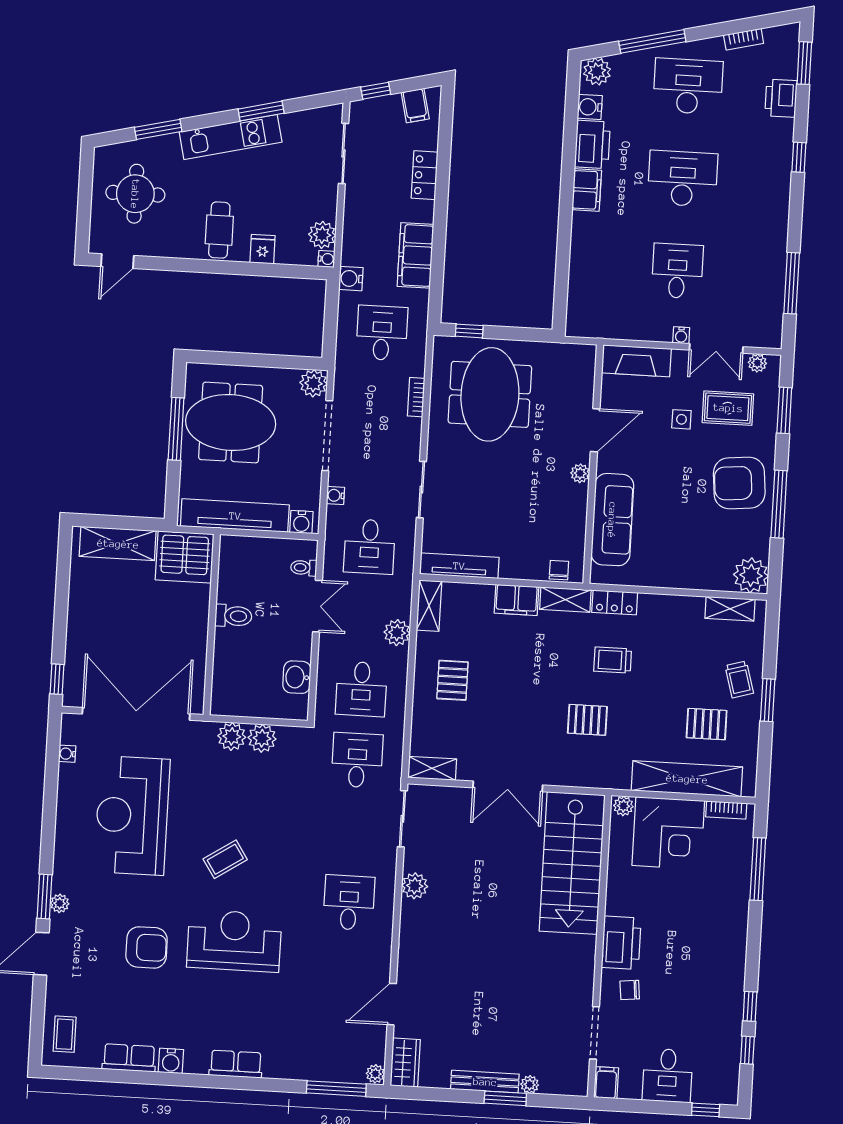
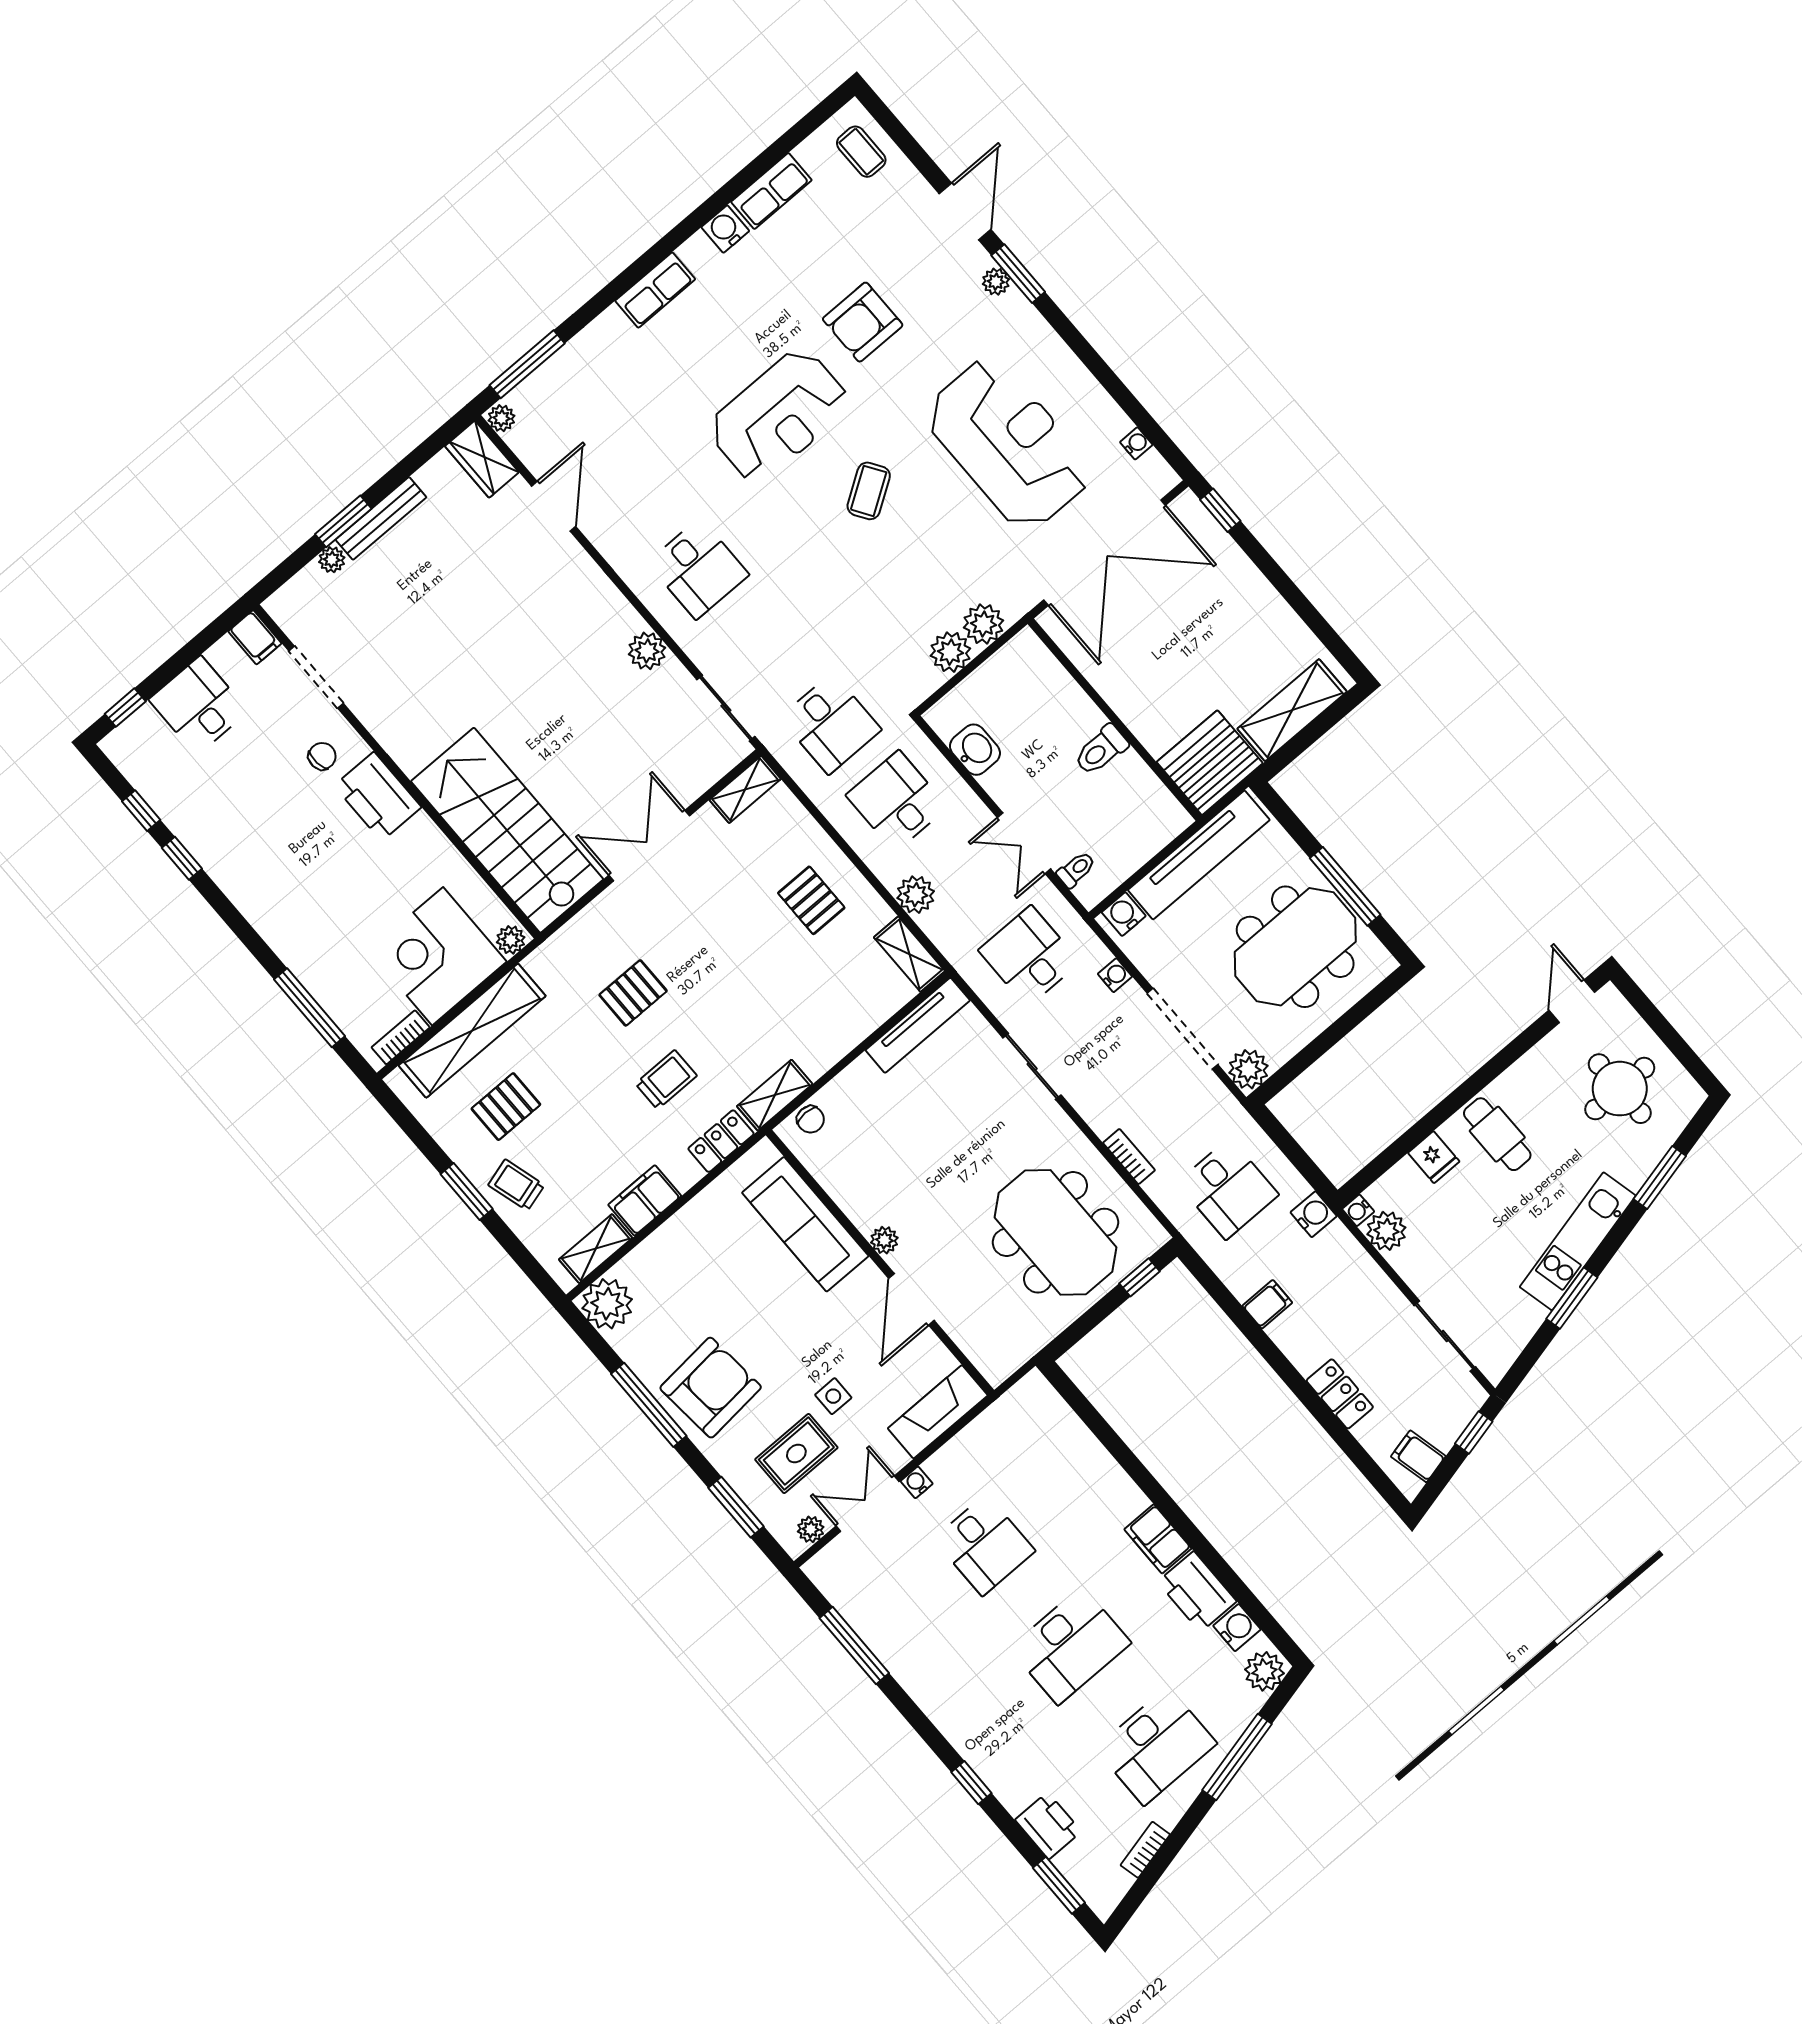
filing cabinet: (415, 255) -> (1267, 1304), width x0.33, depth x0.86
filing cabinet: (516, 600) -> (645, 1200), moved

